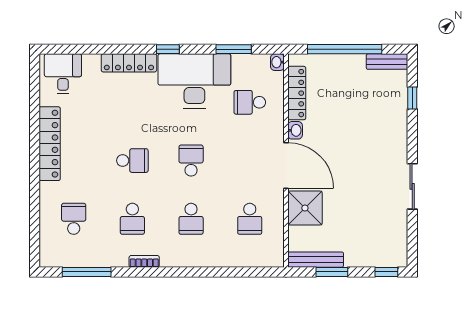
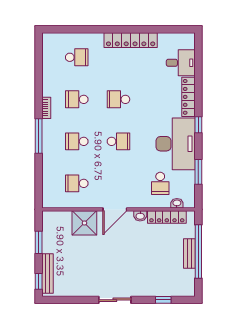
washbasin: (277, 62) -> (177, 203), moved
bench: (387, 62) -> (189, 254), moved
desk: (63, 74) -> (181, 63), moved
school desk: (250, 102) -> (160, 183), turned 180
school desk: (132, 161) -> (118, 99), turned 90
door: (286, 165) -> (115, 209), width x0.73
sliding door: (412, 186) -> (115, 300), moved
bench: (316, 260) -> (48, 274), moved
window: (87, 272) -> (39, 136), moved

